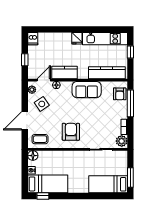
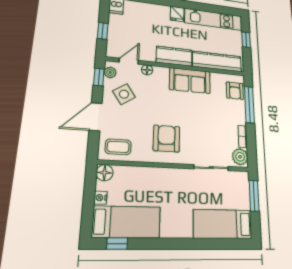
kitchen counter: (65, 72) -> (174, 56), moved
window: (25, 94) -> (99, 77), added
window: (130, 178) -> (254, 196), moved

